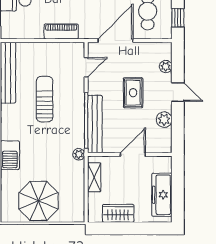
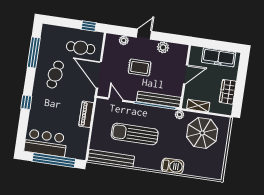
sun lounger: (45, 99) -> (135, 134), width x1.36, depth x1.34
door: (133, 154) -> (186, 74), swing flipped
parasol: (38, 201) -> (202, 133), moved

